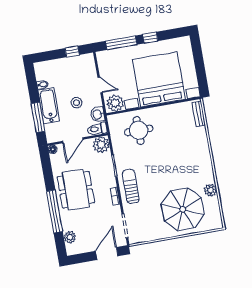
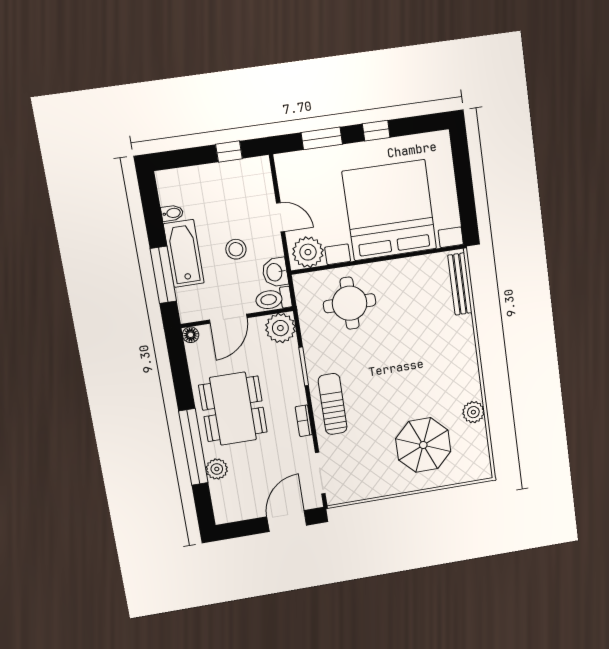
window: (121, 43) -> (322, 138), width x0.69
bench: (199, 114) -> (460, 284), width x1.36
parasol: (183, 209) -> (423, 445), width x0.73, depth x0.73
plant: (70, 237) -> (217, 469), moved

